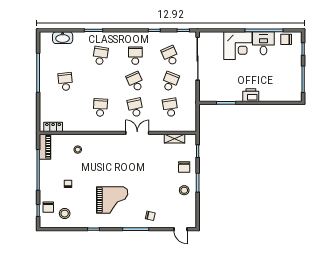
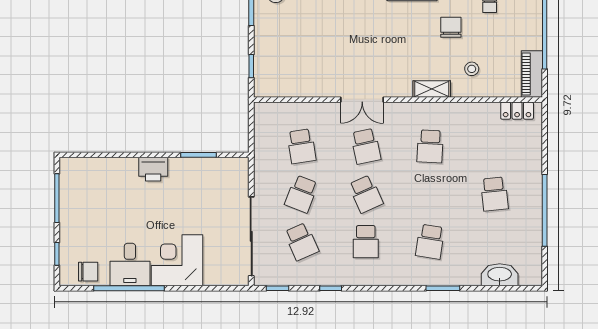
shelving: (175, 139) -> (432, 89), moved
chair: (184, 167) -> (451, 27), moved

